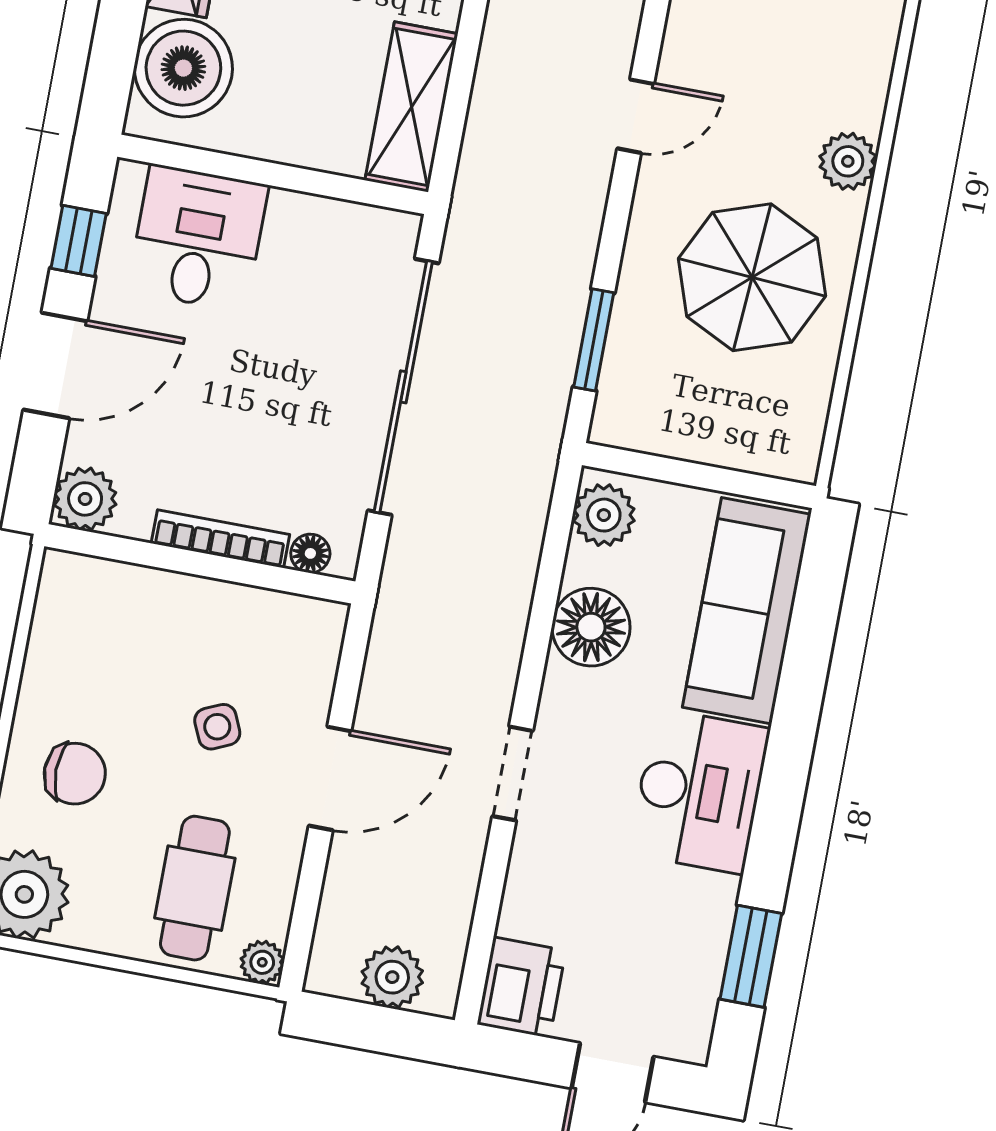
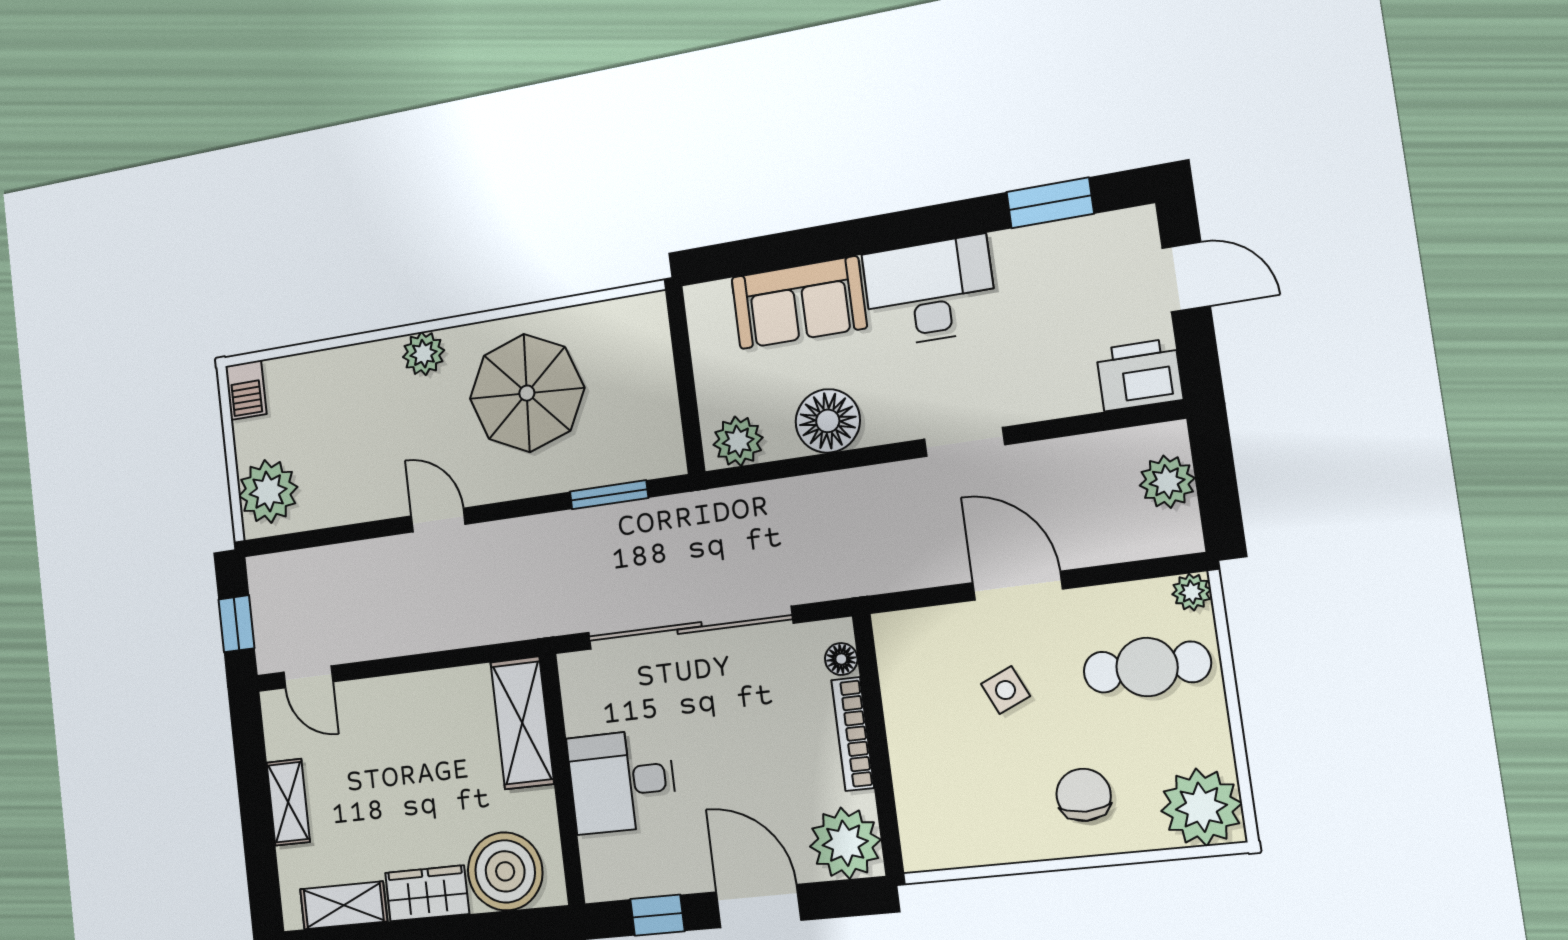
shelving: (411, 107) -> (522, 723), moved, turned 90
desk: (198, 238) -> (622, 781), moved
plant: (85, 499) -> (845, 843), width x1.36, depth x1.36
sofa: (747, 611) -> (799, 303), width x0.73

